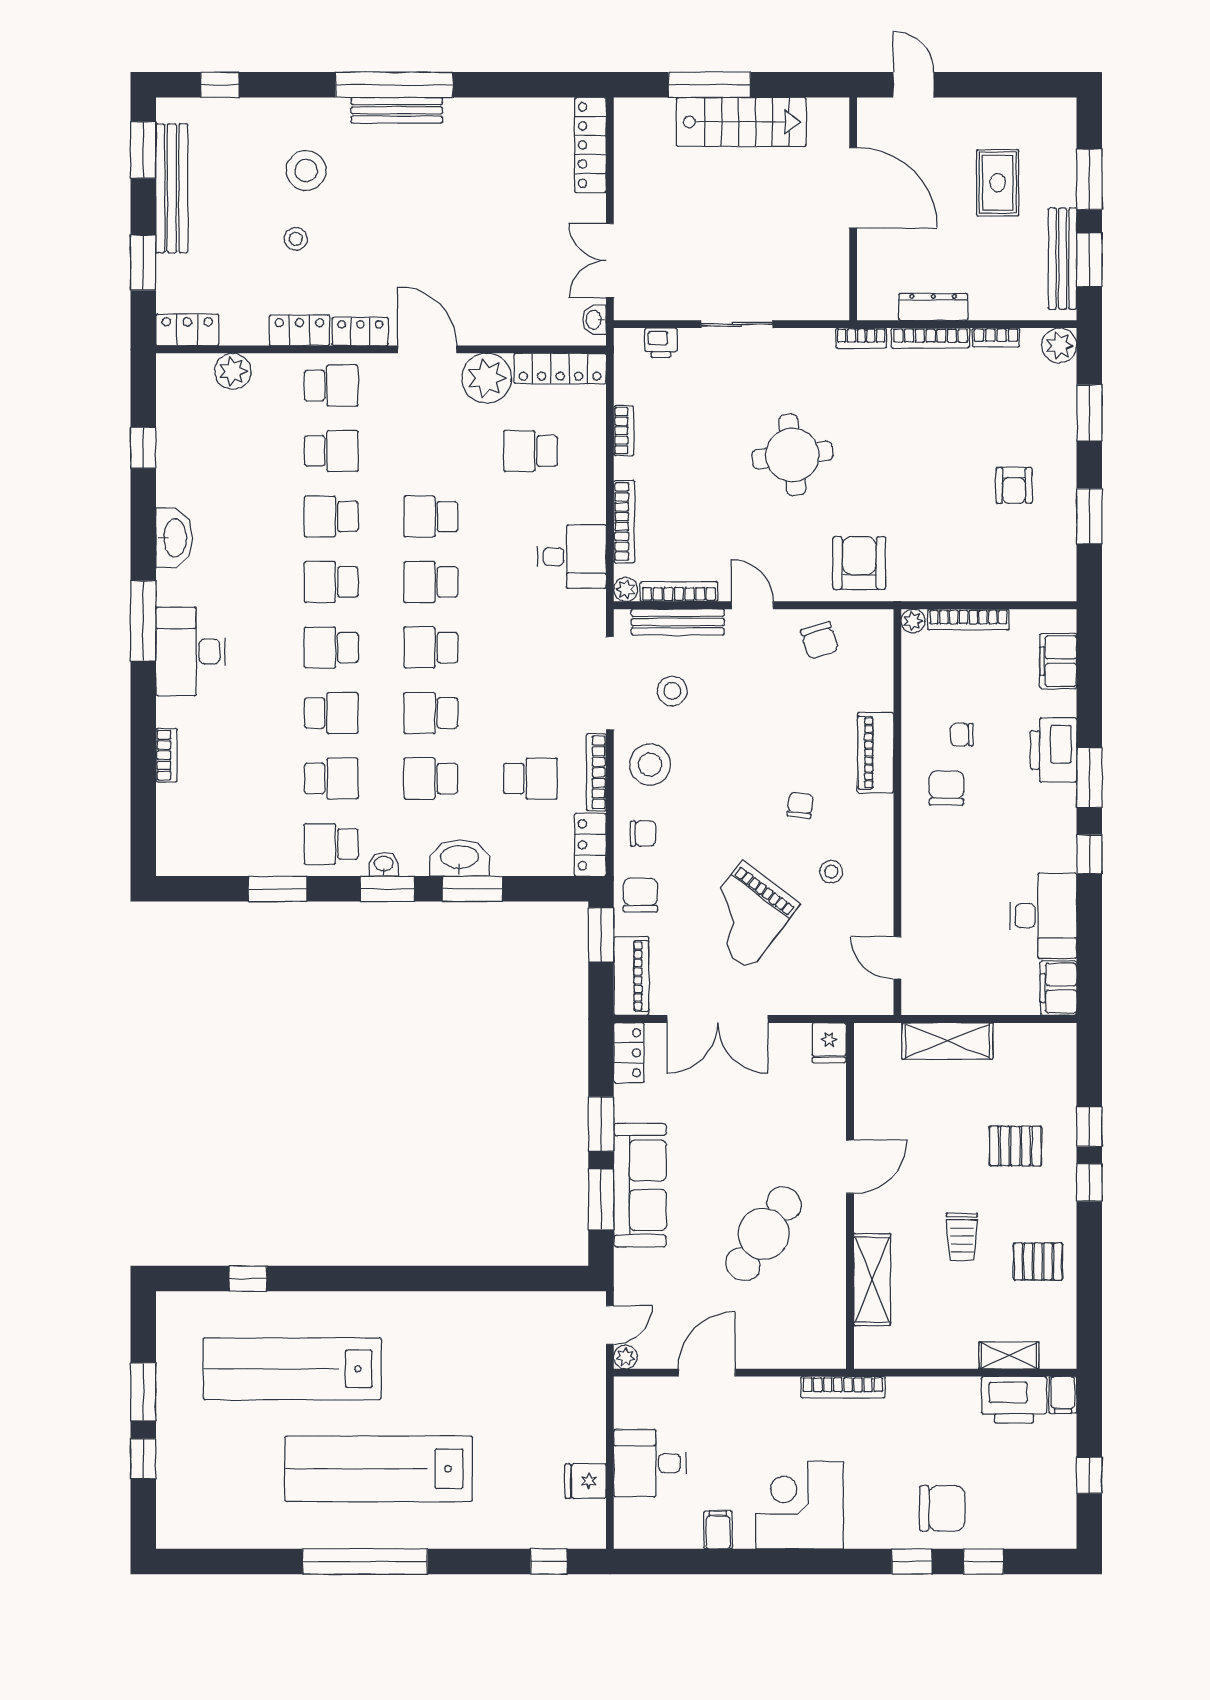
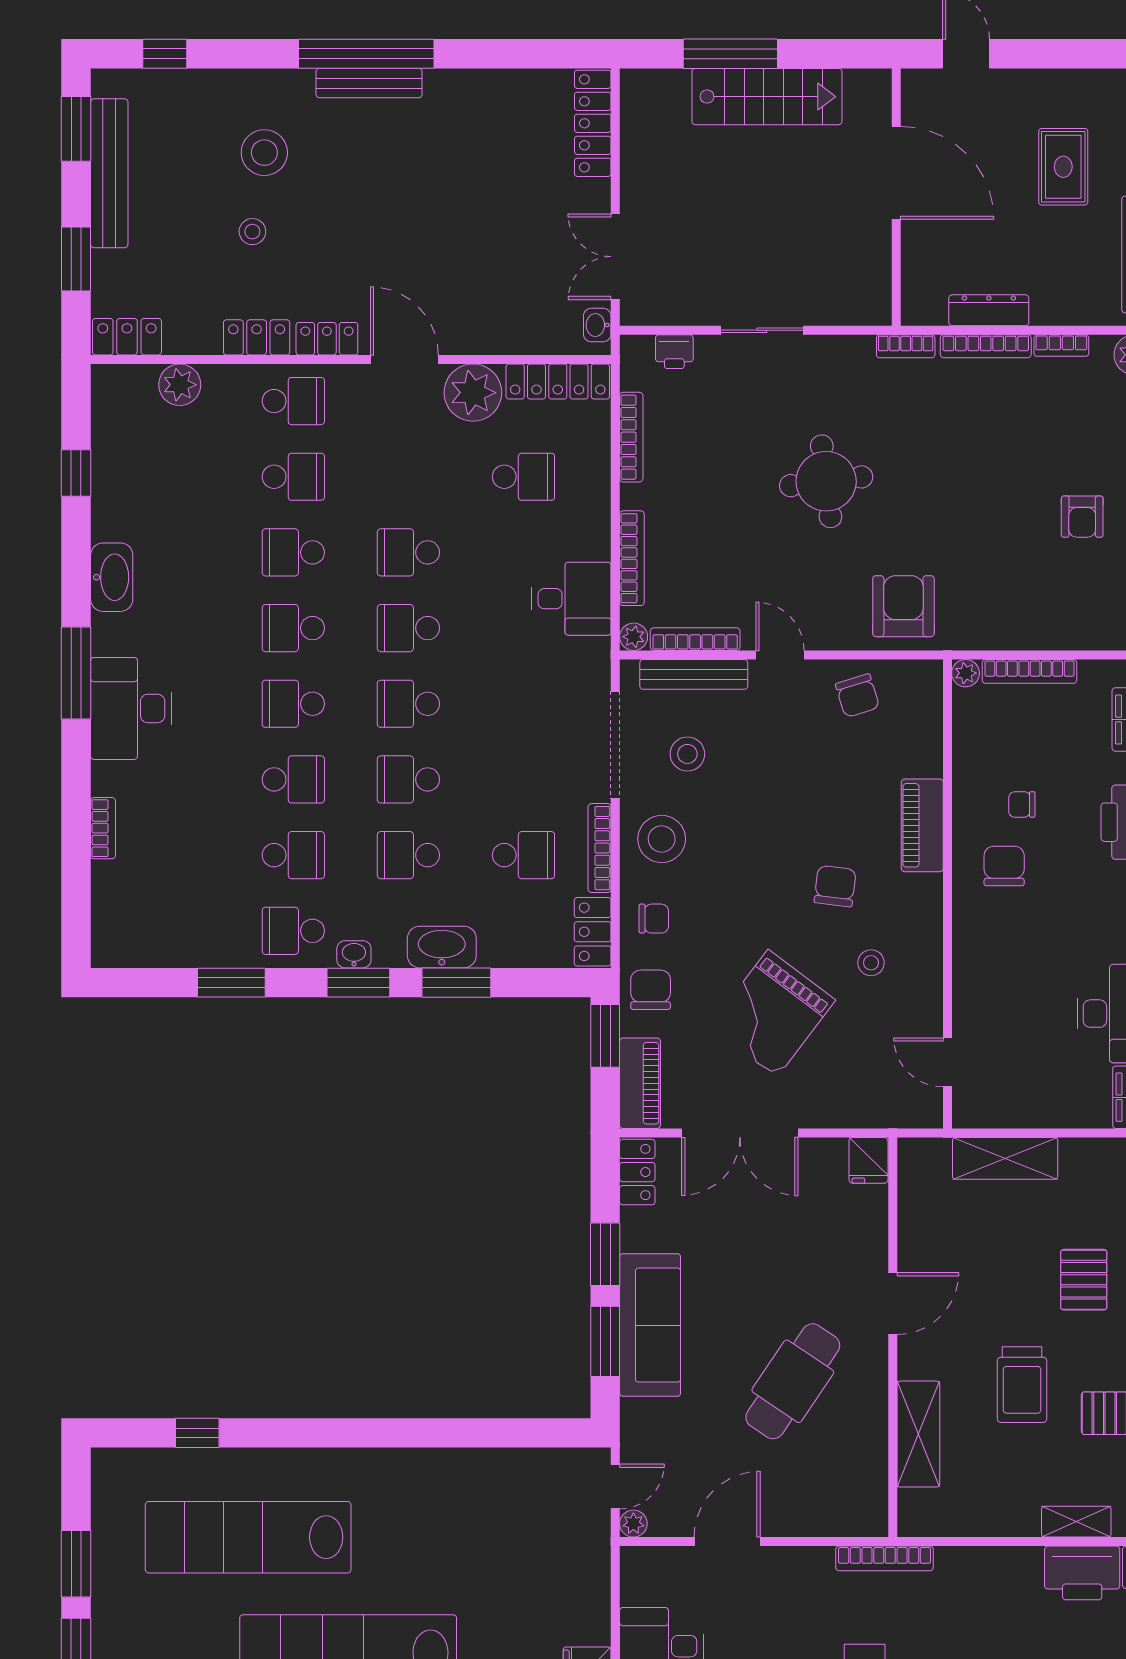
bookcase: (624, 431) -> (631, 437), width x1.56
school desk: (530, 451) -> (523, 477), turned 180
chair: (800, 805) -> (835, 886), width x1.37, depth x1.37
pallet: (1015, 1146) -> (1084, 1280), turned 90
trolley: (962, 1237) -> (1022, 1385), width x1.36, depth x1.39

